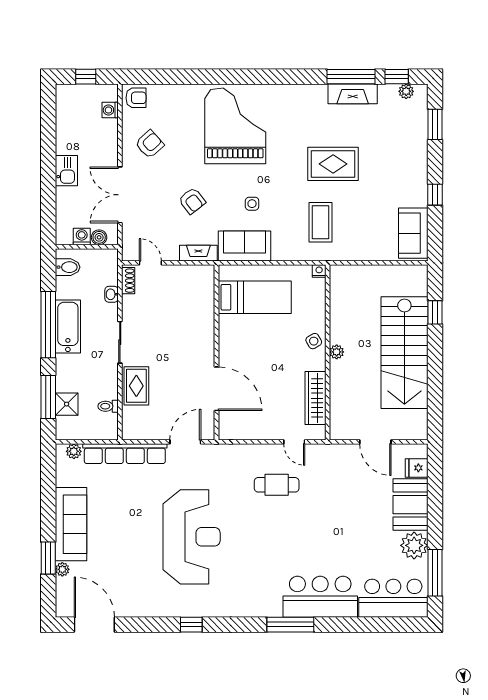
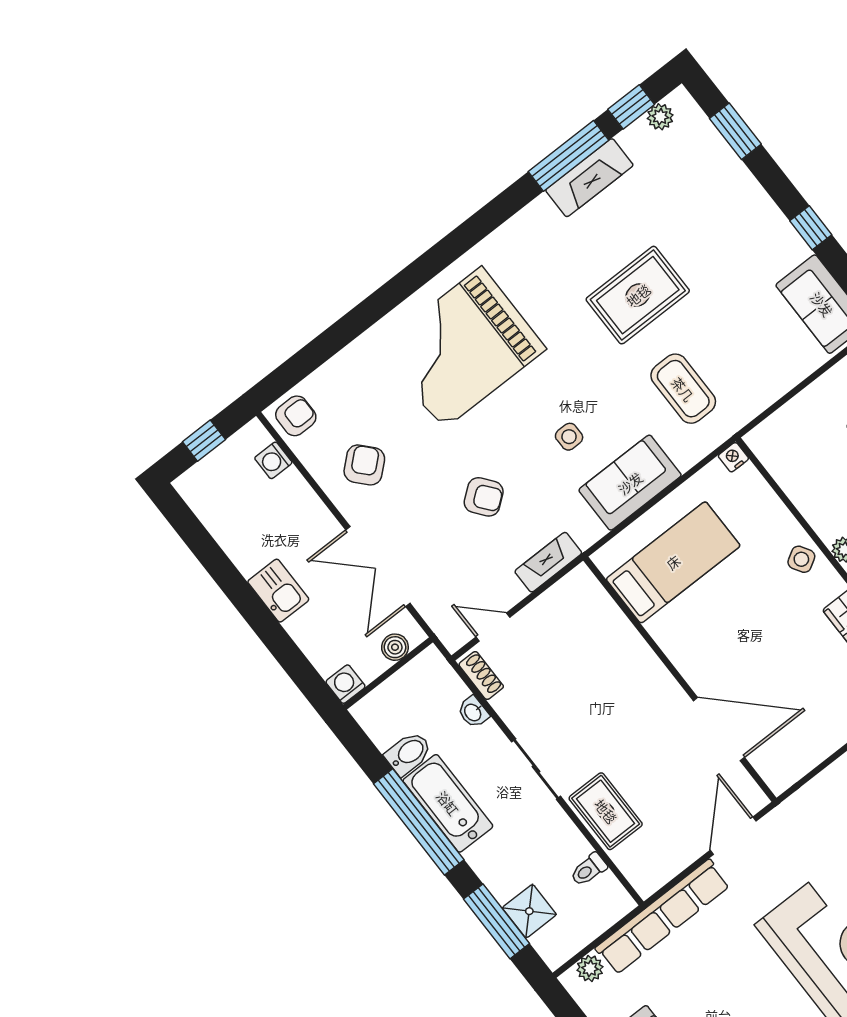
grand piano: (235, 126) -> (462, 348), turned -90
washing machine: (82, 237) -> (346, 684), moved
sofa: (245, 246) -> (630, 483), moved
bidet: (68, 267) -> (408, 753), moved

